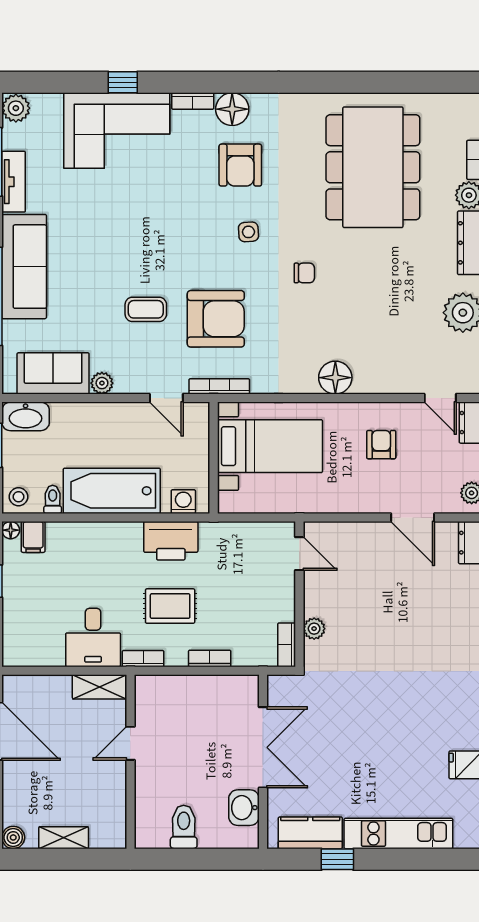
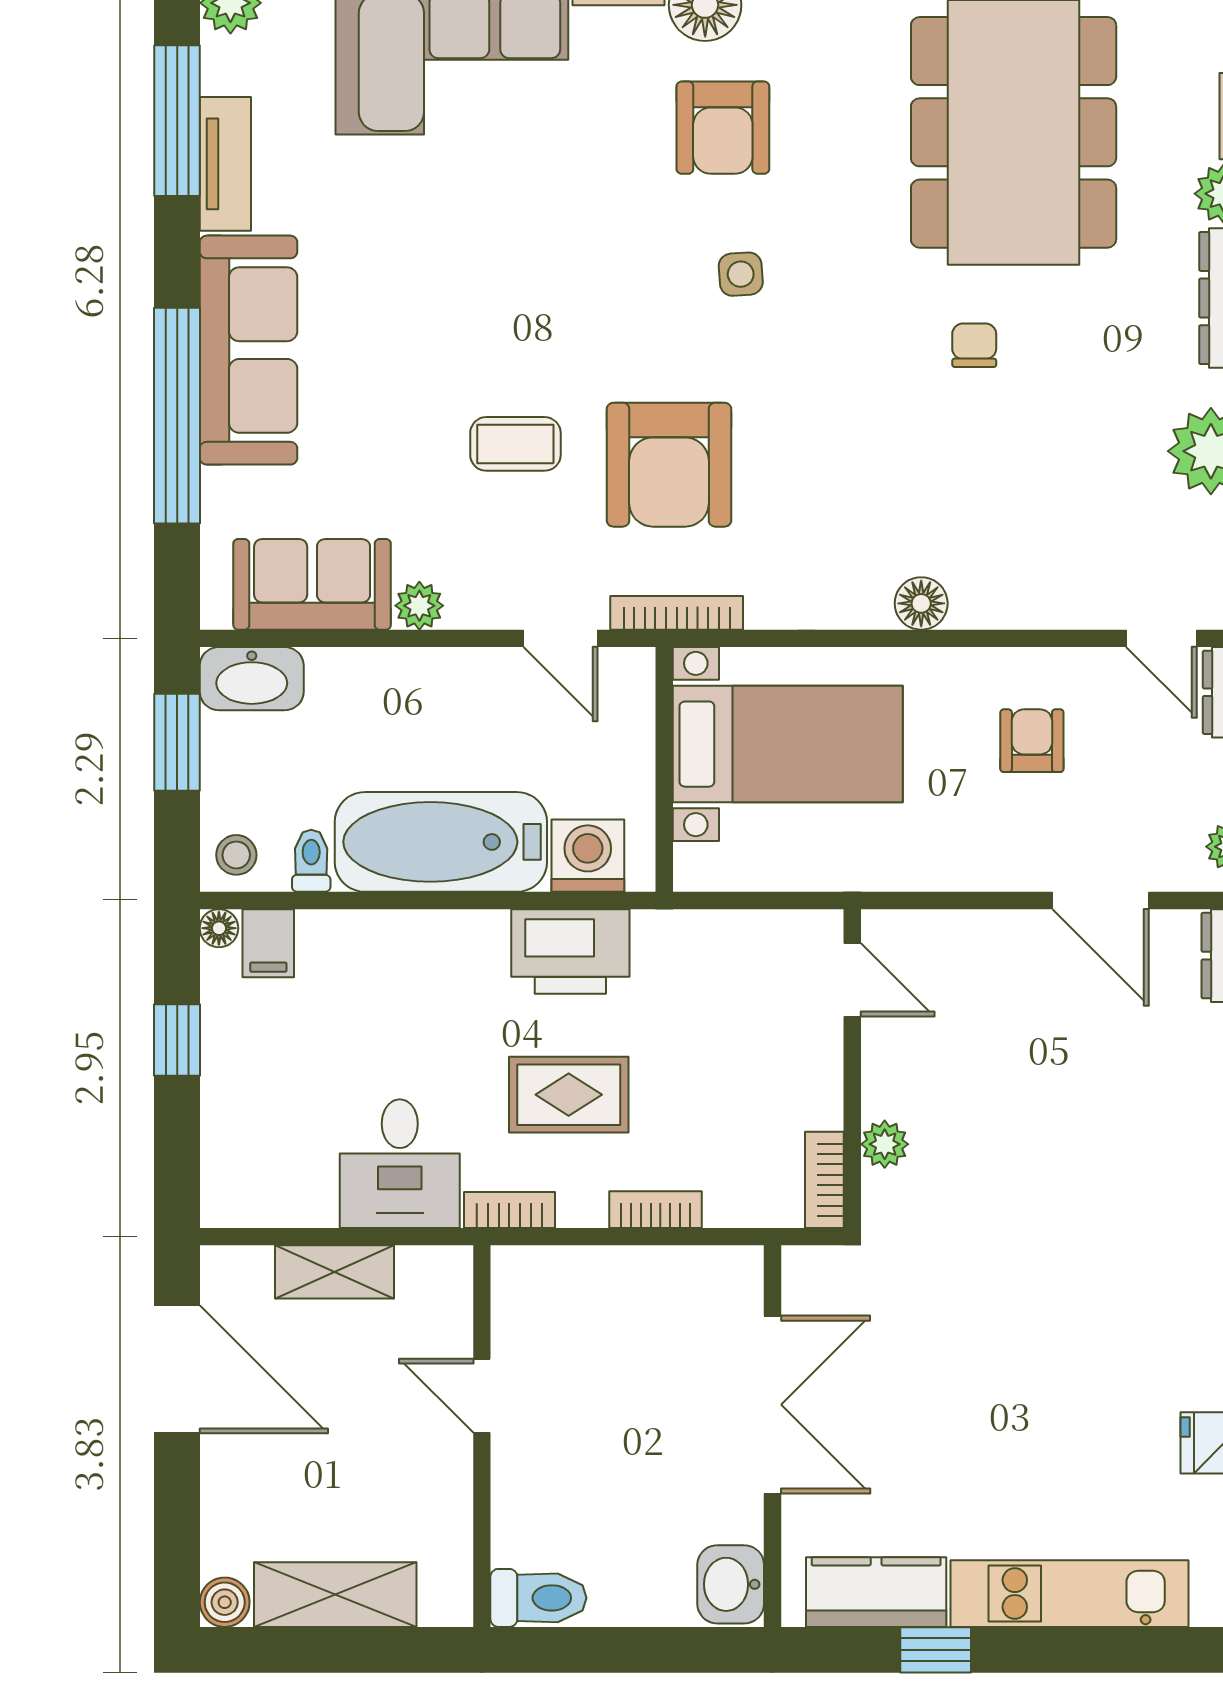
chair: (304, 273) -> (974, 345), moved, turned -90
armchair: (216, 319) -> (669, 465), turned 90
floor lamp: (335, 378) -> (921, 603), width x0.73, depth x0.73
washing machine: (183, 502) -> (588, 856), width x1.38, depth x1.38
shelving: (100, 687) -> (334, 1272), moved
door: (130, 743) -> (482, 1396), hinge flipped
washbasin: (244, 808) -> (731, 1584), moved
toilet: (184, 827) -> (538, 1598), moved, turned 90
shelving: (64, 838) -> (335, 1595), width x1.50, depth x1.33

